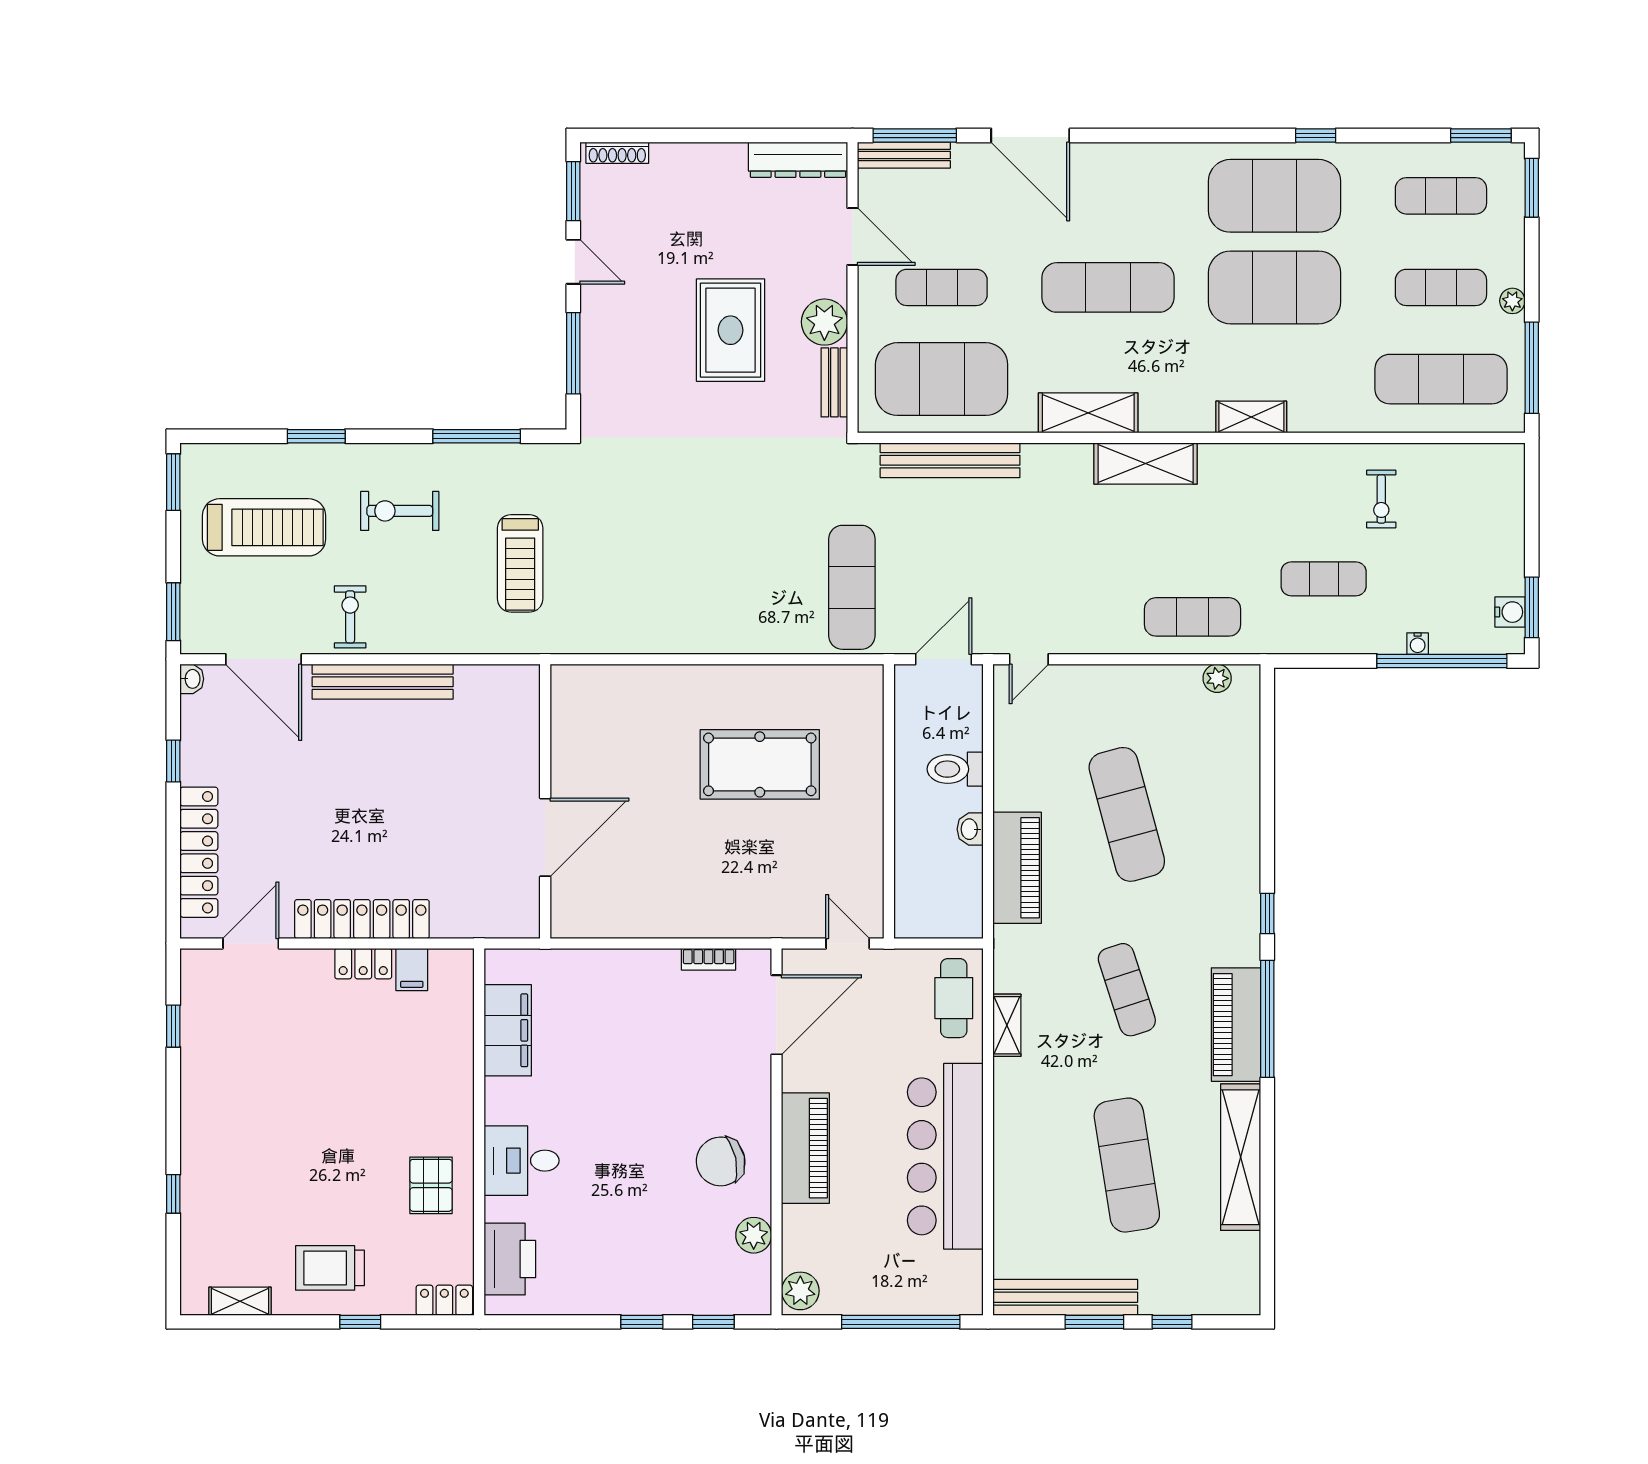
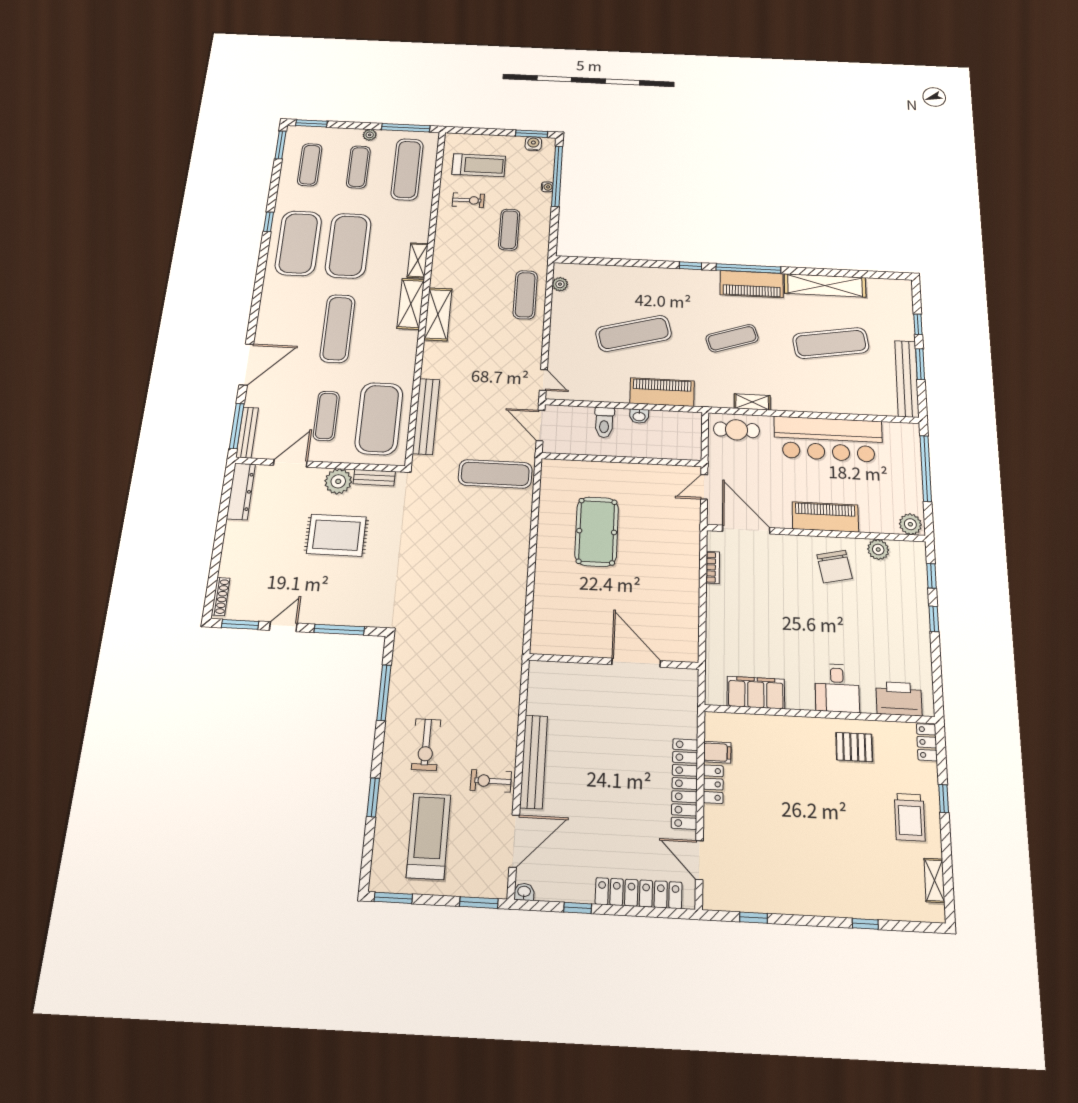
shelving: (1088, 413) -> (411, 304), moved
treadmill: (520, 563) -> (479, 165), moved

